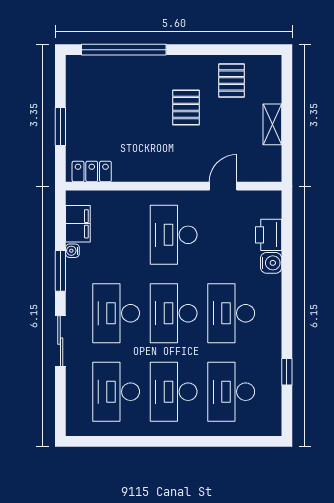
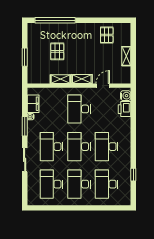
pallet: (186, 107) -> (57, 51), moved
locker: (92, 172) -> (40, 79), removed
shelving: (135, 172) -> (61, 79), added
shelving: (179, 172) -> (82, 79), added
water cooler: (271, 263) -> (126, 96), moved

